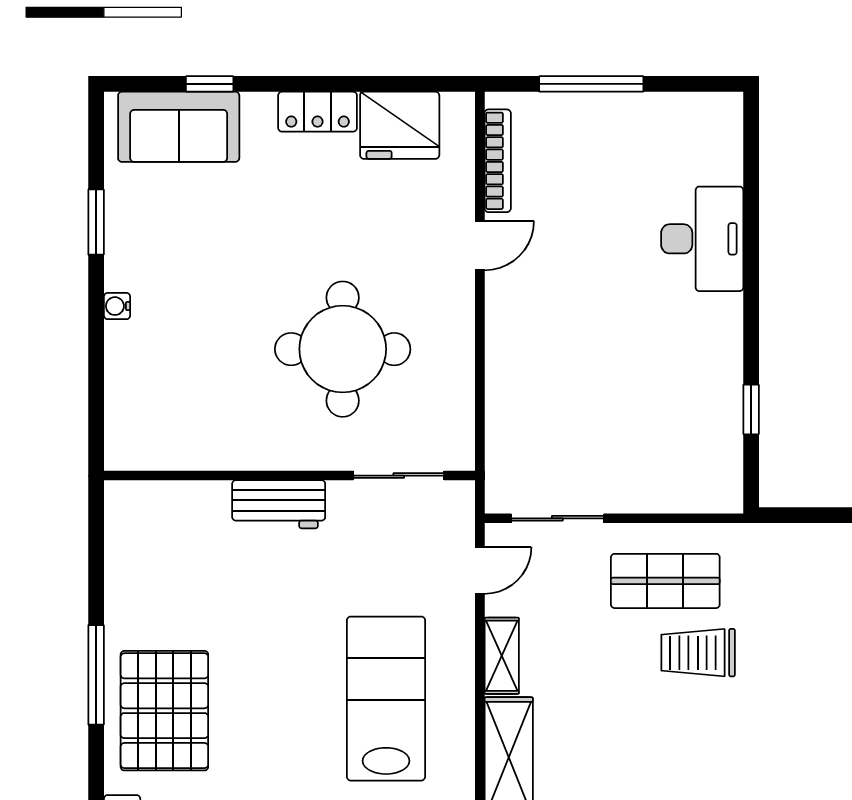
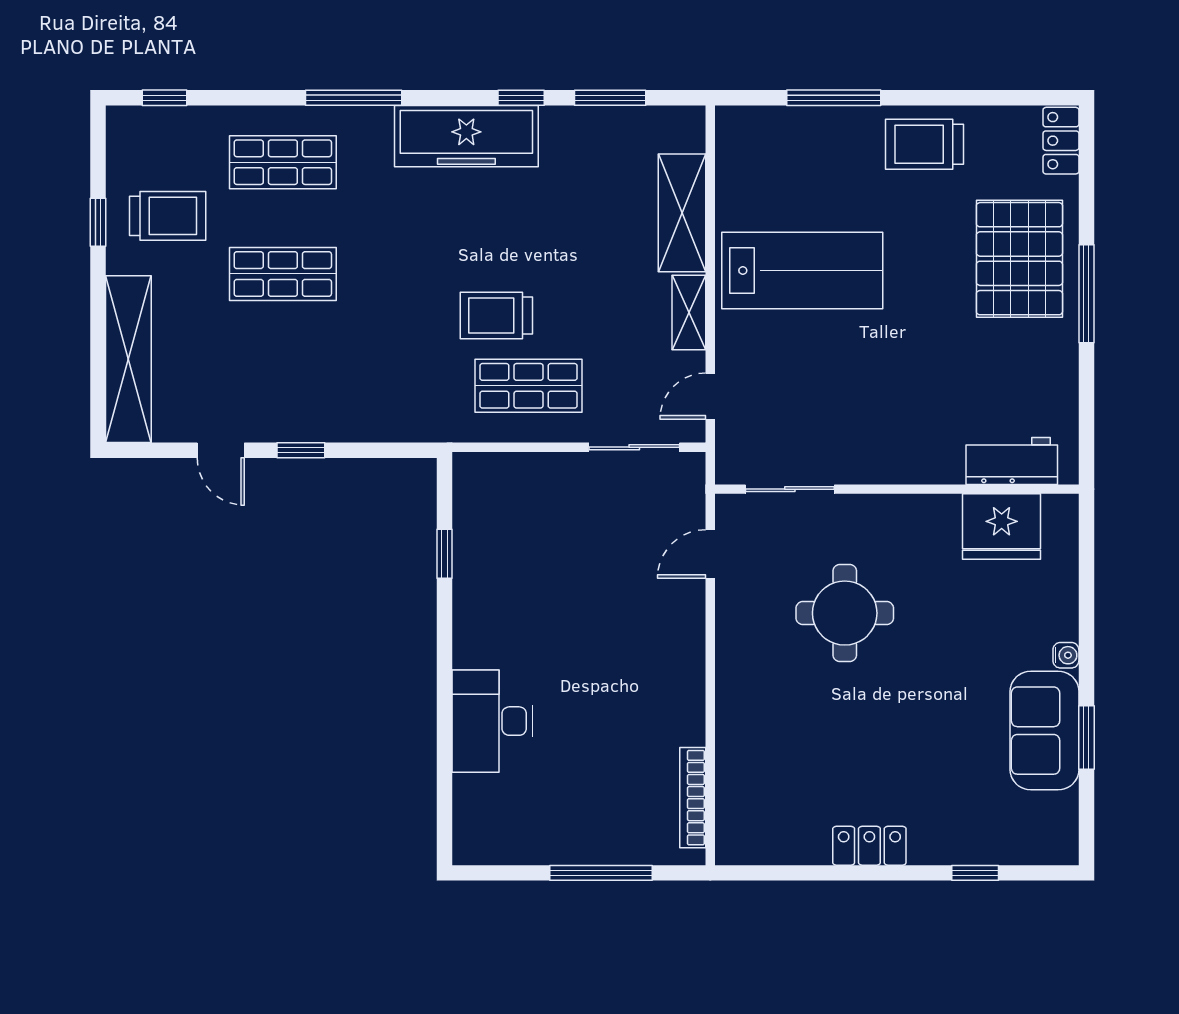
fridge: (400, 125) -> (1002, 527), moved, turned 180
sofa: (179, 127) -> (1044, 731), moved, turned -90
door: (480, 246) -> (710, 554), moved
round table: (343, 349) -> (845, 613), width x0.73, depth x0.73
workbench: (279, 504) -> (1012, 461), moved
trolley: (698, 653) -> (496, 316), turned 180
lab bench: (386, 699) -> (802, 271), turned -90

